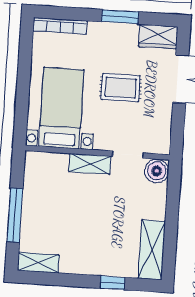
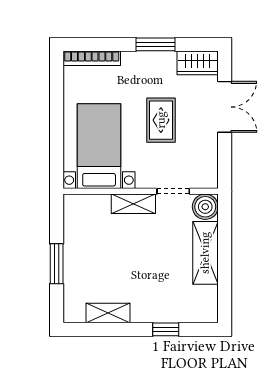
rug: (121, 88) -> (161, 120), turned 90
window: (15, 215) -> (57, 264), width x0.69
shelving: (152, 250) -> (205, 253), moved
shelving: (38, 263) -> (108, 313), moved

